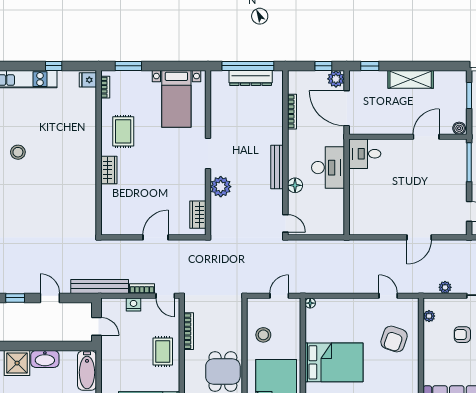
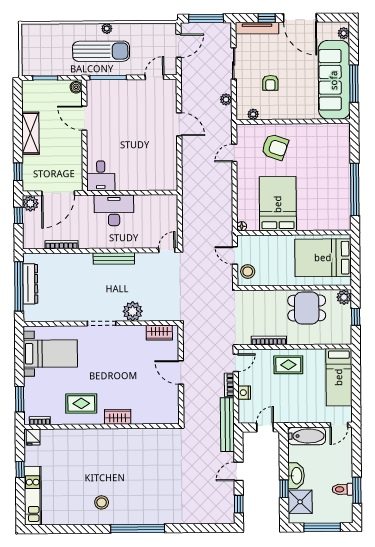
floor lamp: (295, 185) -> (131, 241), removed
stool: (263, 335) -> (248, 272), moved
window: (31, 346) -> (284, 489), added
bed: (334, 362) -> (278, 204), moved

